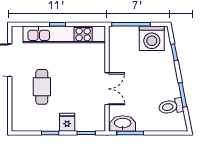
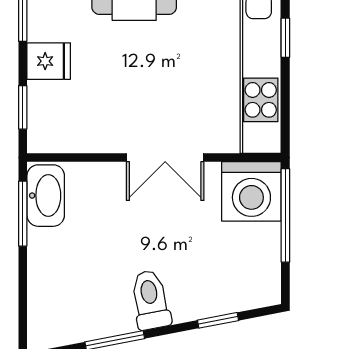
washing machine: (152, 38) -> (251, 191), moved, turned -90
double door: (107, 89) -> (165, 158), moved
toilet: (171, 106) -> (150, 300), moved

